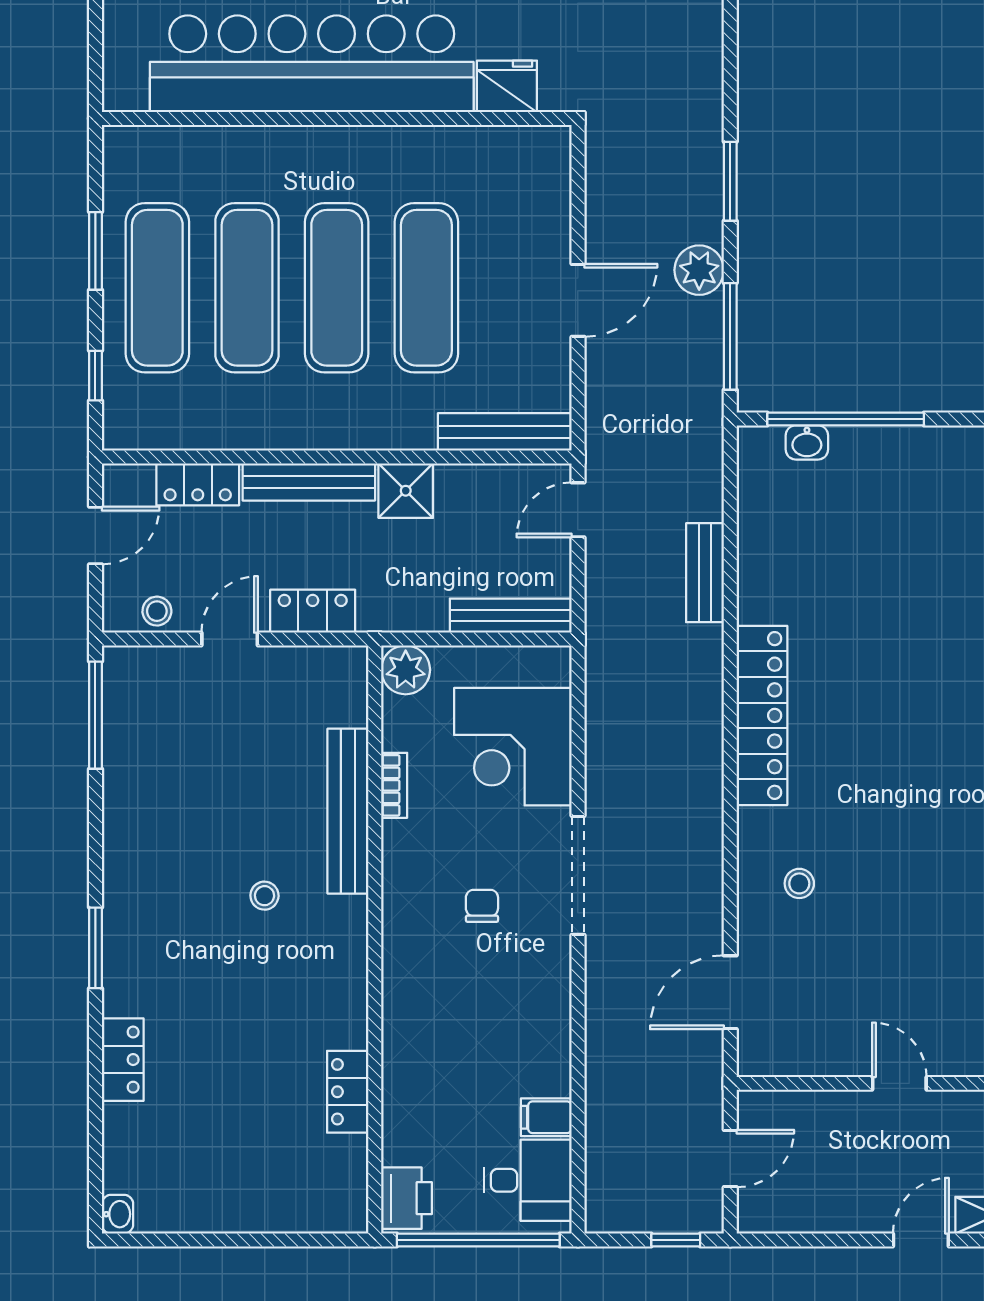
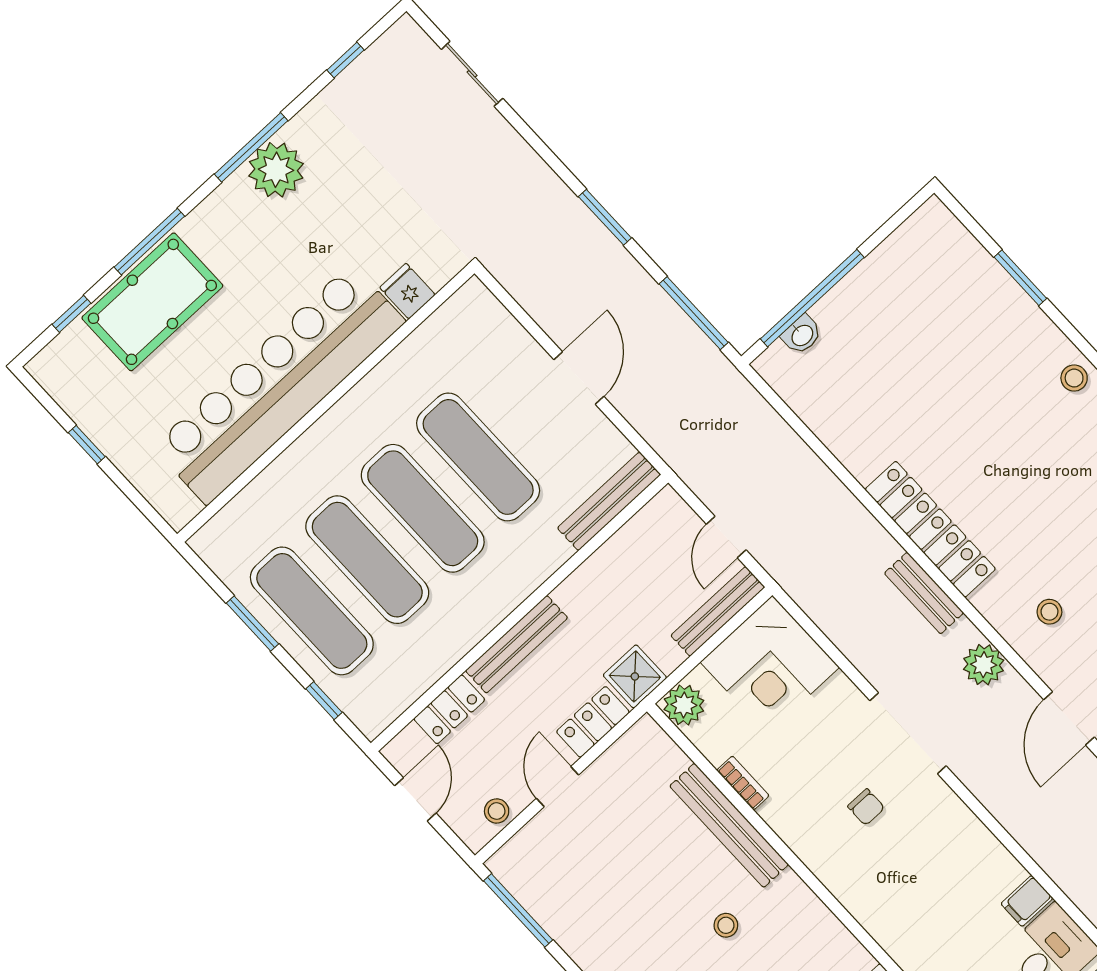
fridge: (507, 86) -> (407, 291), width x0.72
plant: (699, 270) -> (984, 665), moved
shower: (406, 491) -> (635, 676), moved
door: (578, 510) -> (726, 537), moved
bench: (705, 573) -> (924, 593), moved
corner desk: (513, 747) -> (770, 665), moved
chair: (482, 906) -> (866, 807), turned 180

